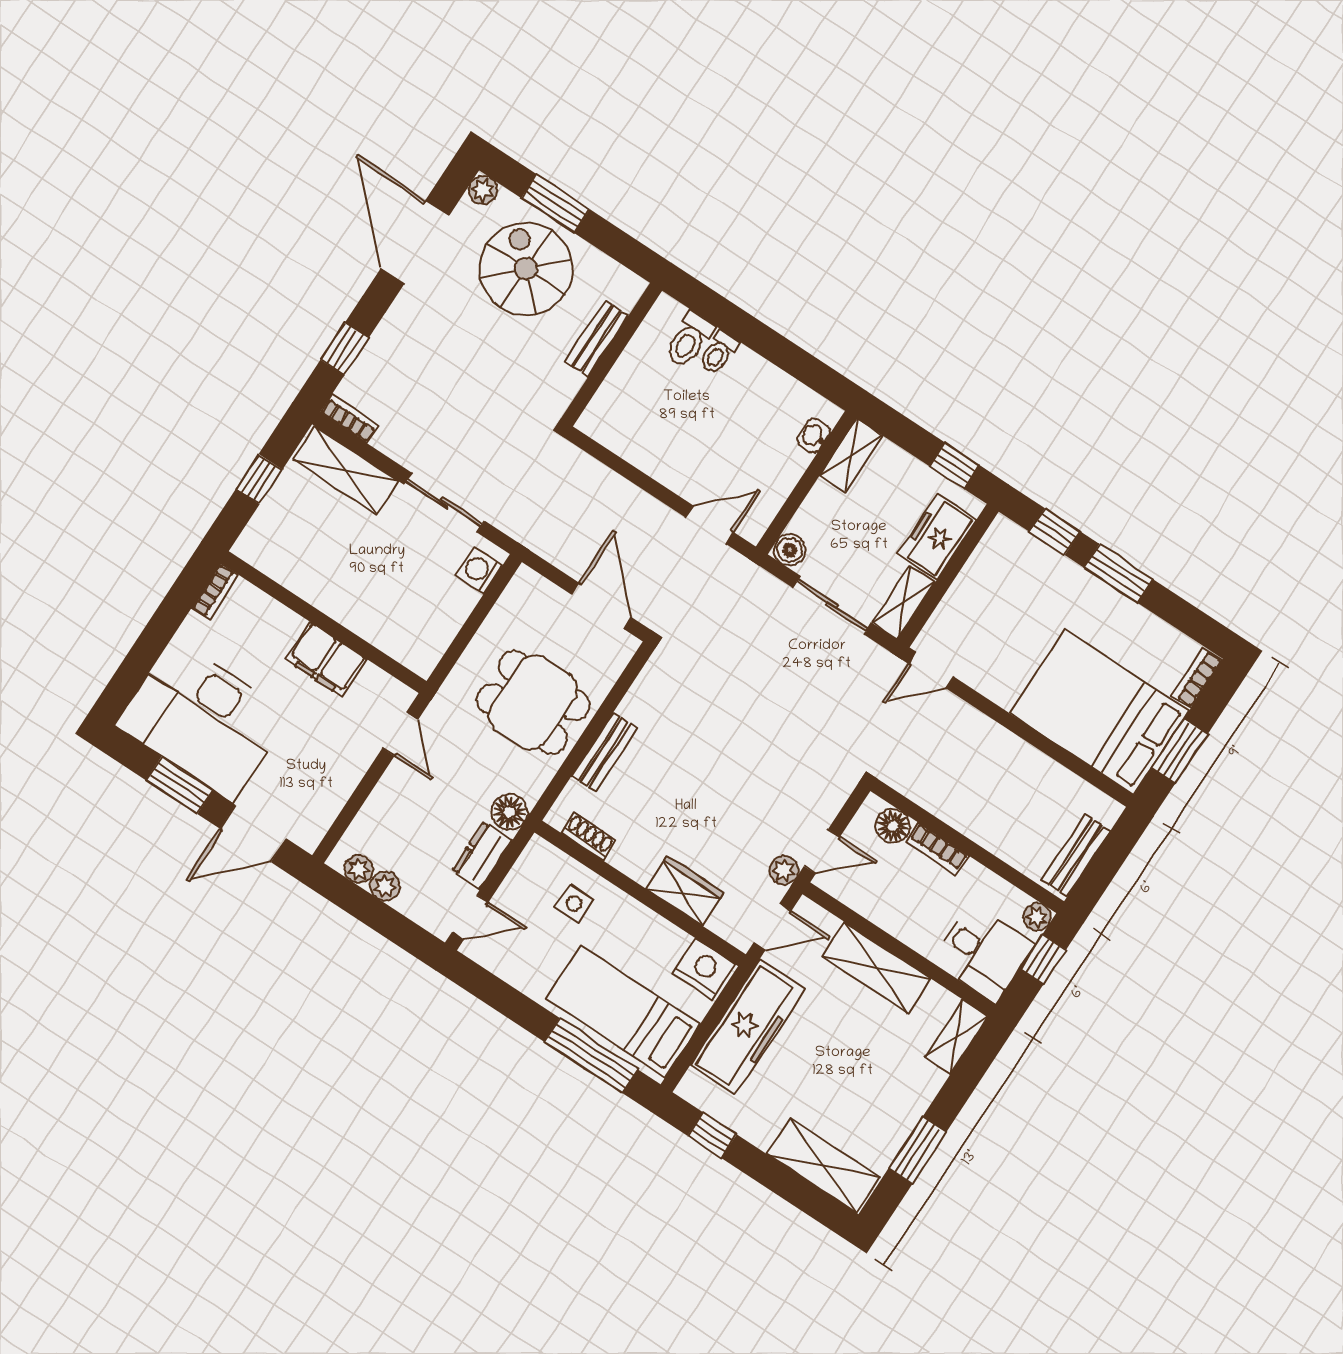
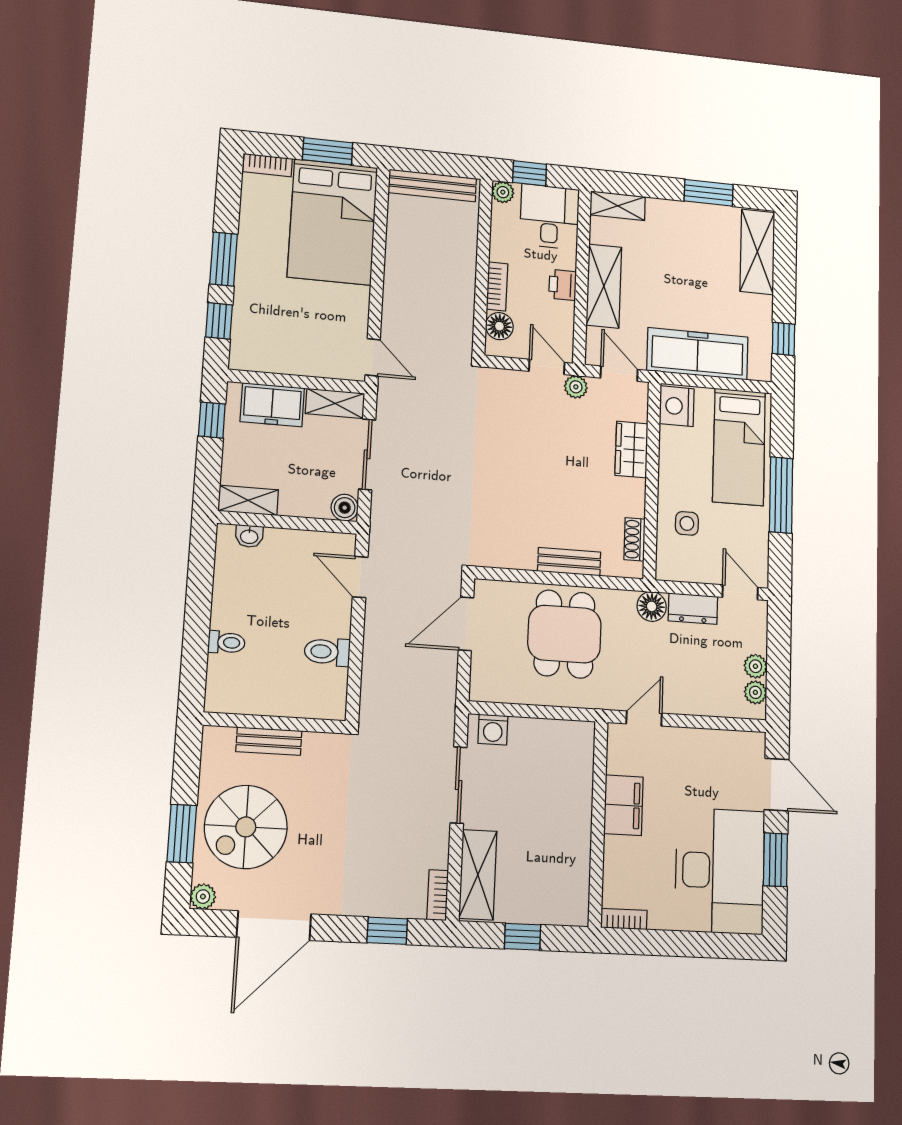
toilet: (689, 340) -> (327, 652), moved, turned 180
bench: (1076, 855) -> (432, 186), width x1.36
printer: (901, 922) -> (563, 285), added
window: (591, 1056) -> (781, 495), moved

